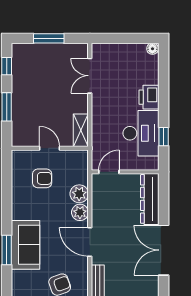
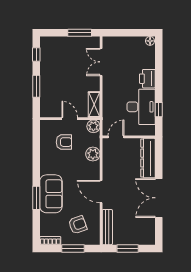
window: (49, 38) -> (80, 33), moved
plant: (80, 212) -> (93, 126), moved

